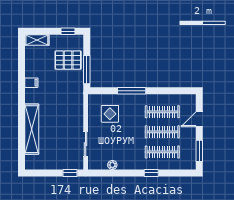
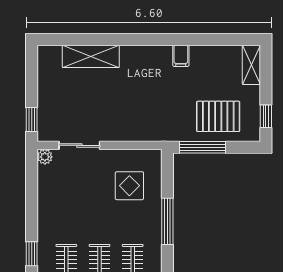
pallet: (68, 60) -> (218, 116), turned 90
shelving: (32, 129) -> (91, 56), width x0.68
plant: (112, 165) -> (45, 157), moved

